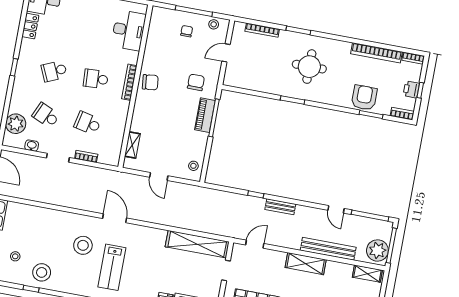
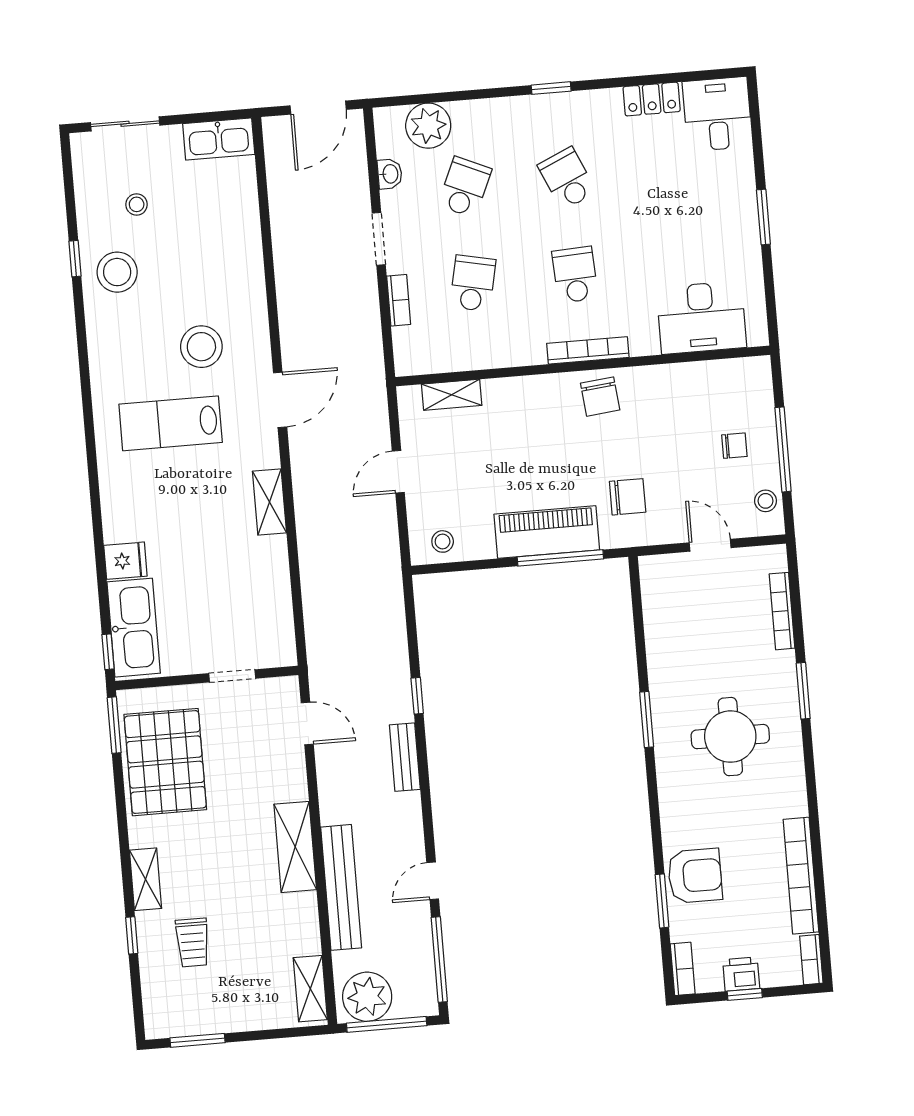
piano: (205, 115) -> (547, 532), width x1.37, depth x1.33
shelving: (197, 244) -> (269, 502), moved, width x0.45, depth x0.75

